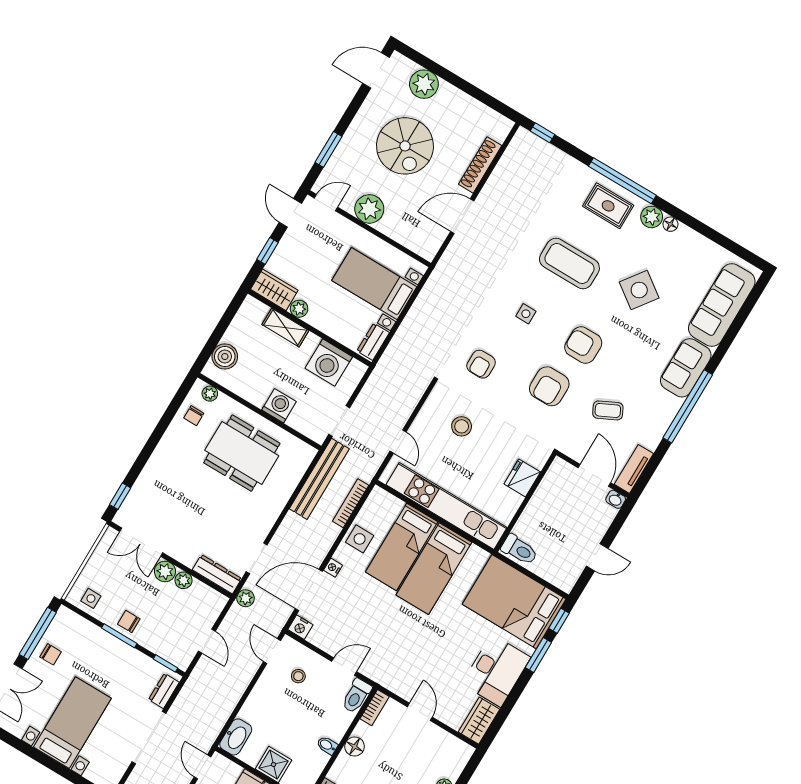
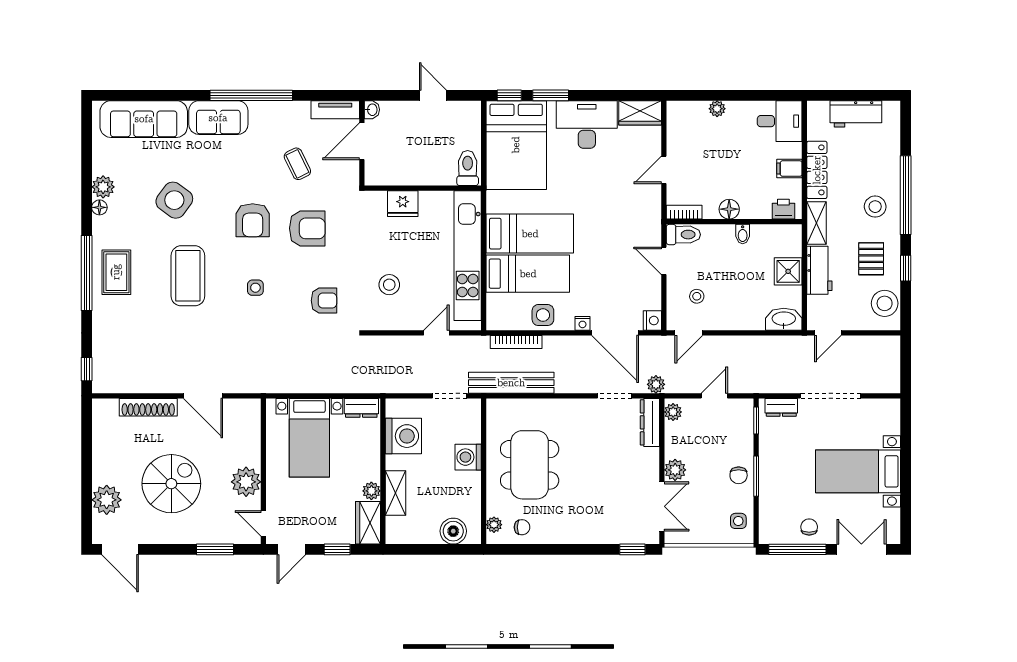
plant: (652, 217) -> (103, 187), moved
plant: (184, 580) -> (673, 412), moved

